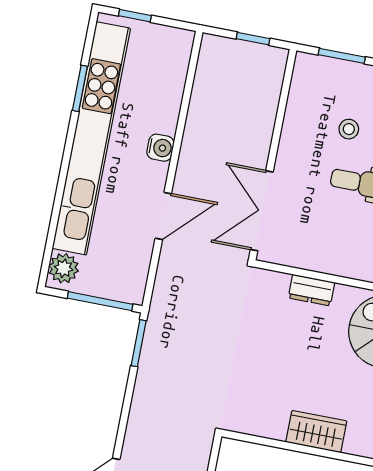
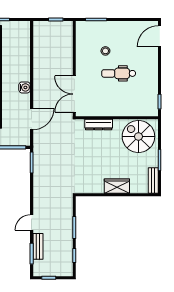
water cooler: (160, 148) -> (25, 87), moved
door: (163, 216) -> (32, 119), moved
dresser: (312, 290) -> (99, 125), width x1.44

